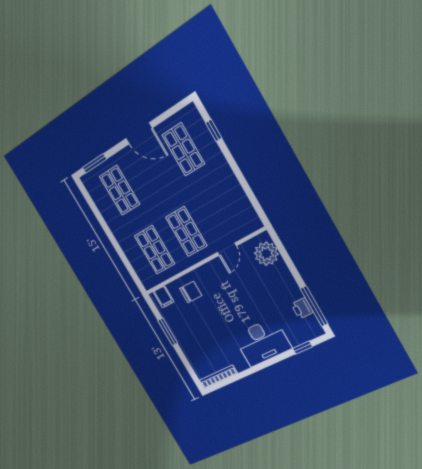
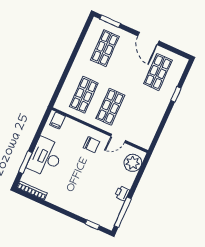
window: (214, 130) -> (176, 94), moved
chair: (191, 292) -> (92, 145), moved
printer: (302, 308) -> (122, 193), moved
window: (168, 332) -> (25, 162), moved
desk: (262, 342) -> (45, 157), moved, turned 90

